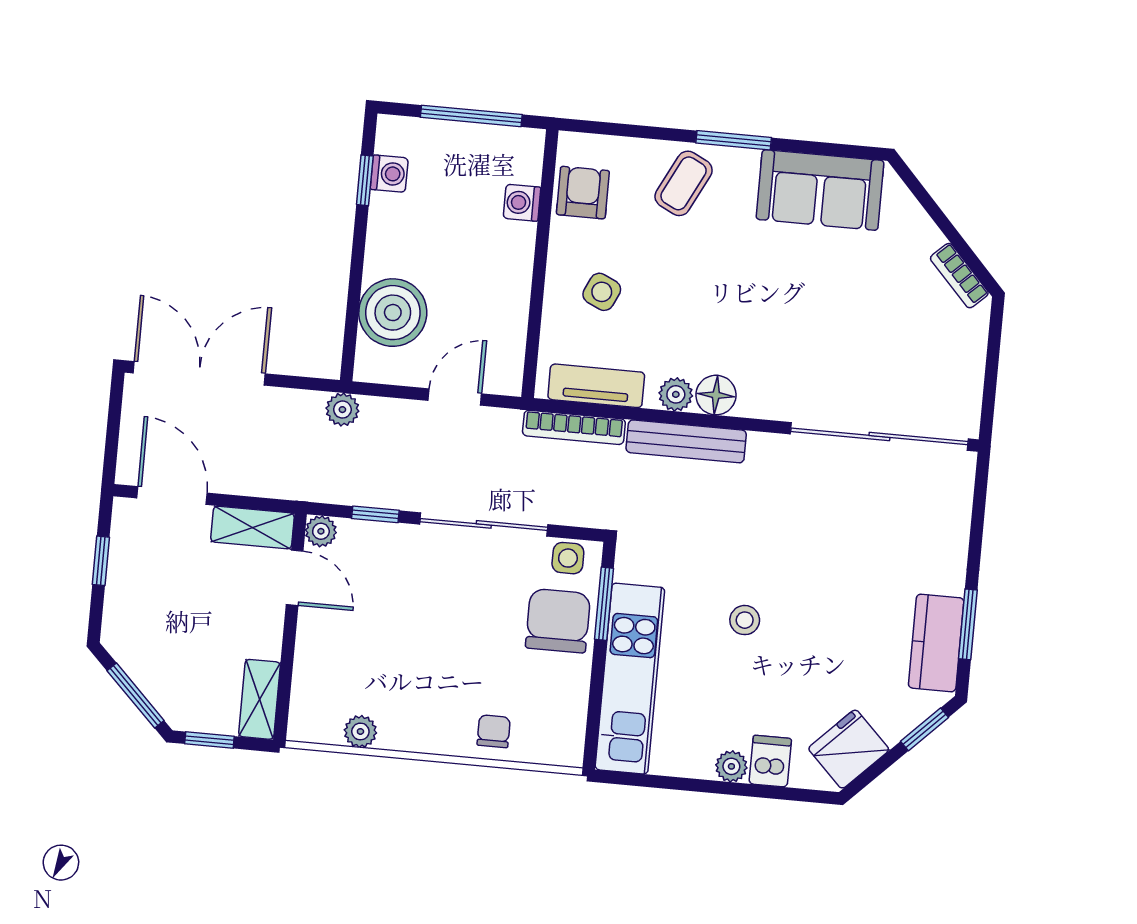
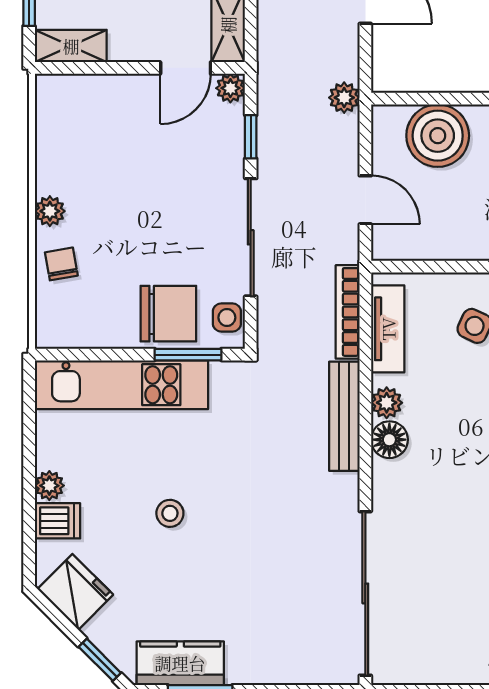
stool: (745, 620) -> (170, 513), moved
plant: (360, 731) -> (50, 211), moved
chair: (494, 731) -> (61, 264), turned -100

